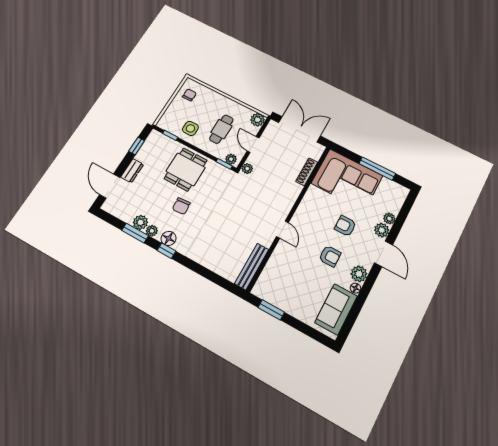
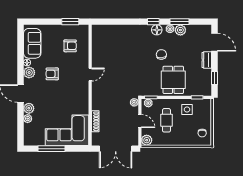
armchair: (345, 226) -> (70, 46), moved
door: (282, 230) -> (90, 74), swing flipped
bench: (252, 266) -> (96, 41), removed

